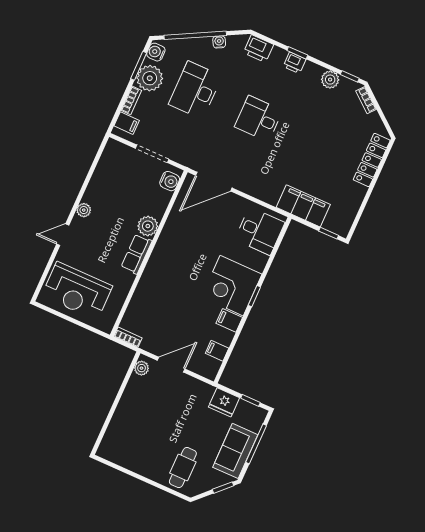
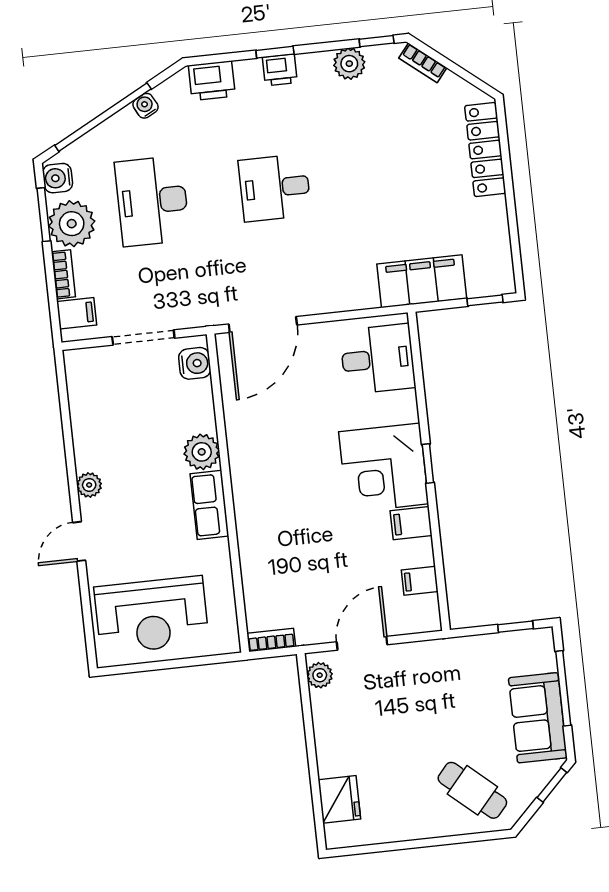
fridge: (224, 402) -> (339, 799), moved, turned -90
cafe table: (183, 468) -> (472, 790), turned -49

